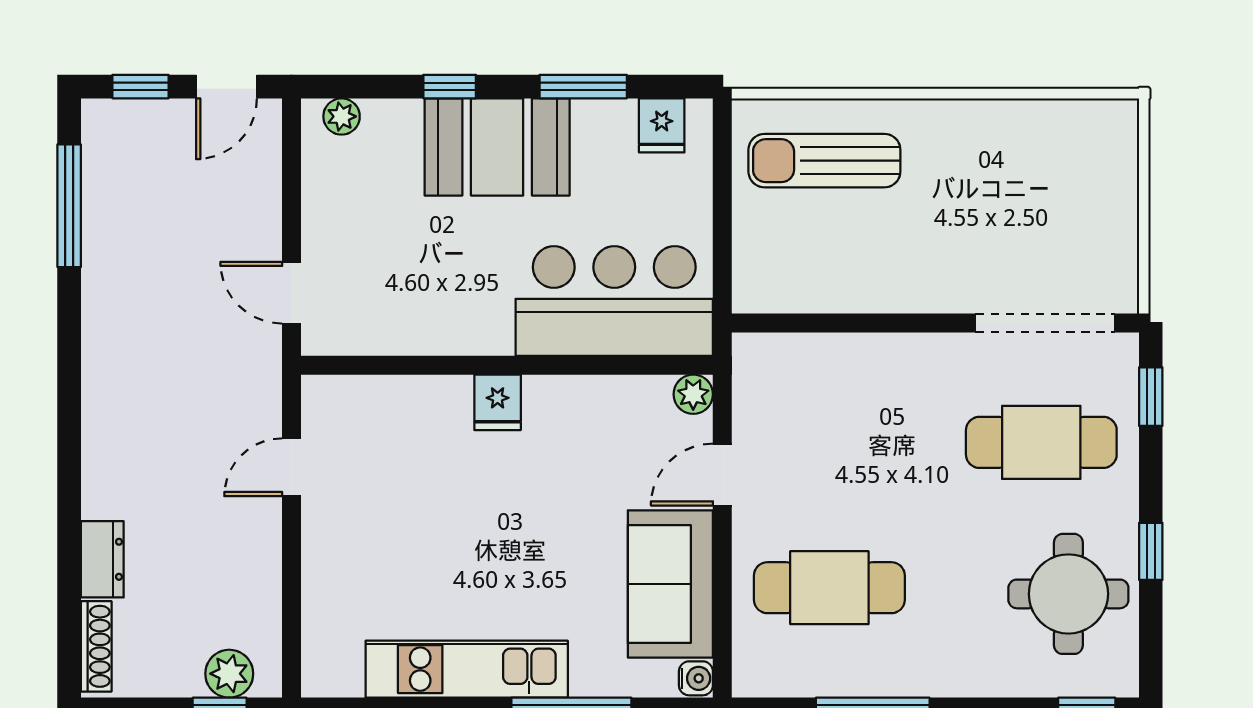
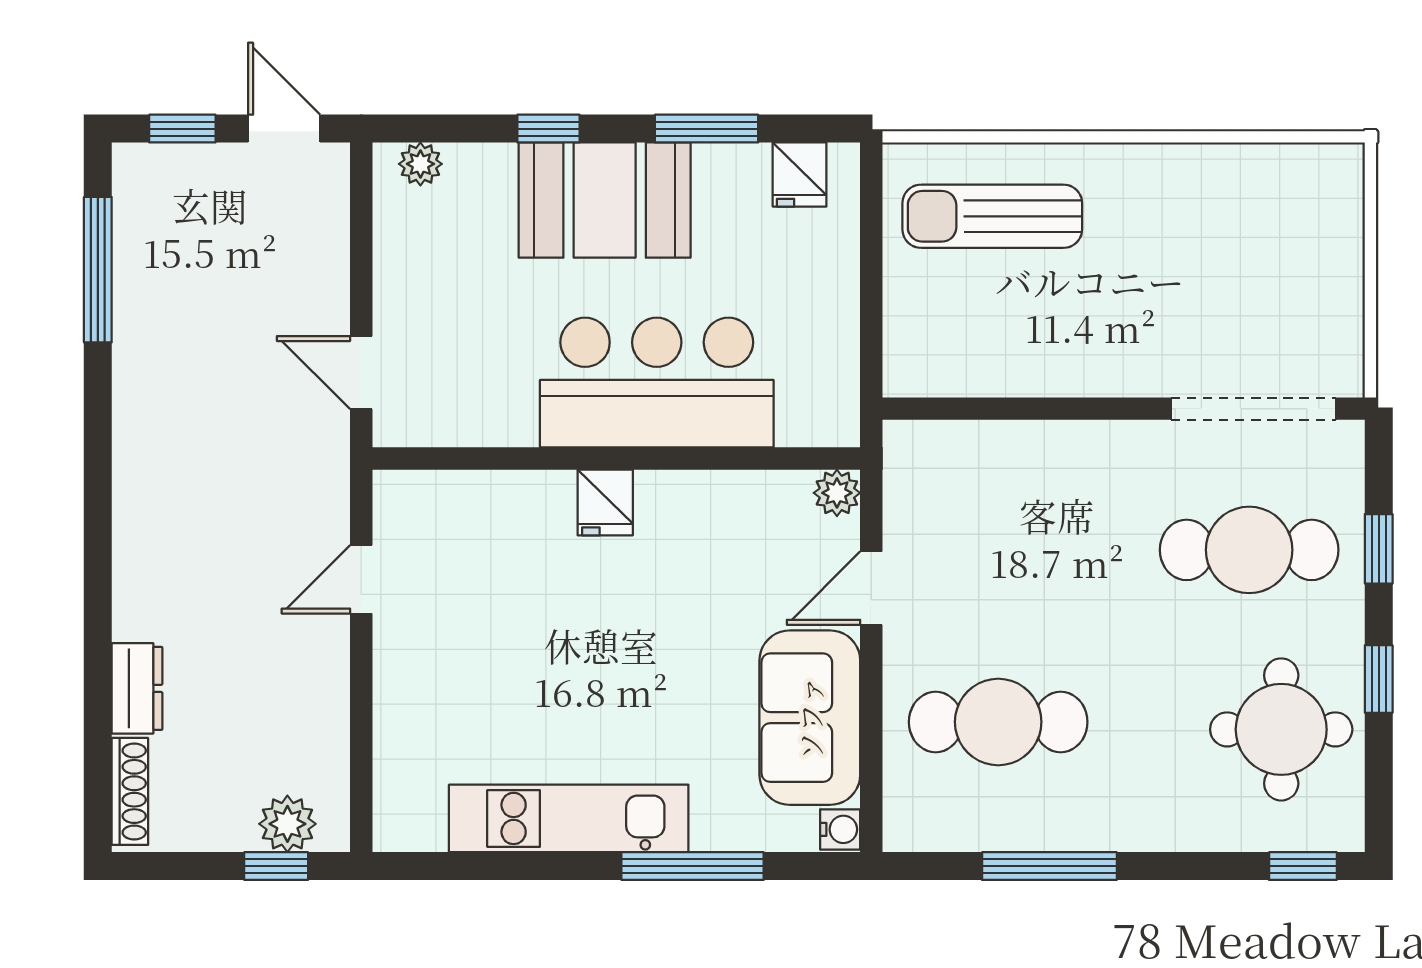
door: (226, 87) -> (284, 129), swing flipped
bar counter: (614, 301) -> (657, 383), moved
window: (1151, 397) -> (1379, 549), moved

